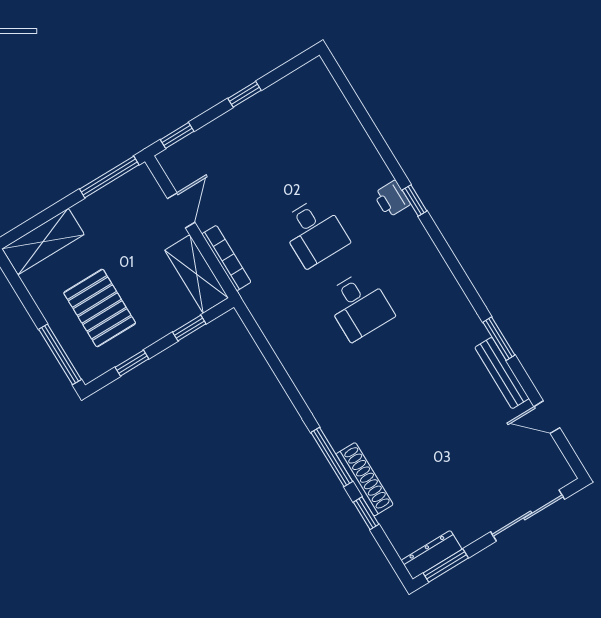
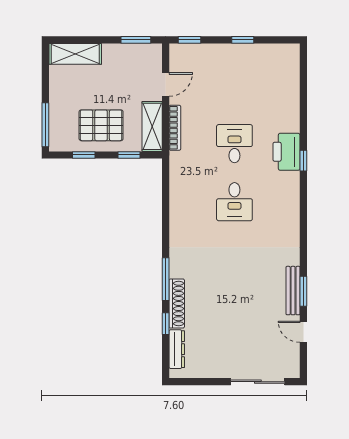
window: (109, 177) -> (136, 40), width x0.69
printer: (392, 199) -> (286, 152), width x1.87, depth x1.48
desk: (314, 232) -> (234, 144), turned 180
pallet: (100, 308) -> (101, 125), moved, turned 90
window: (499, 339) -> (303, 291), moved
dresser: (432, 555) -> (177, 349), moved, turned 90
window: (446, 566) -> (193, 382), removed

